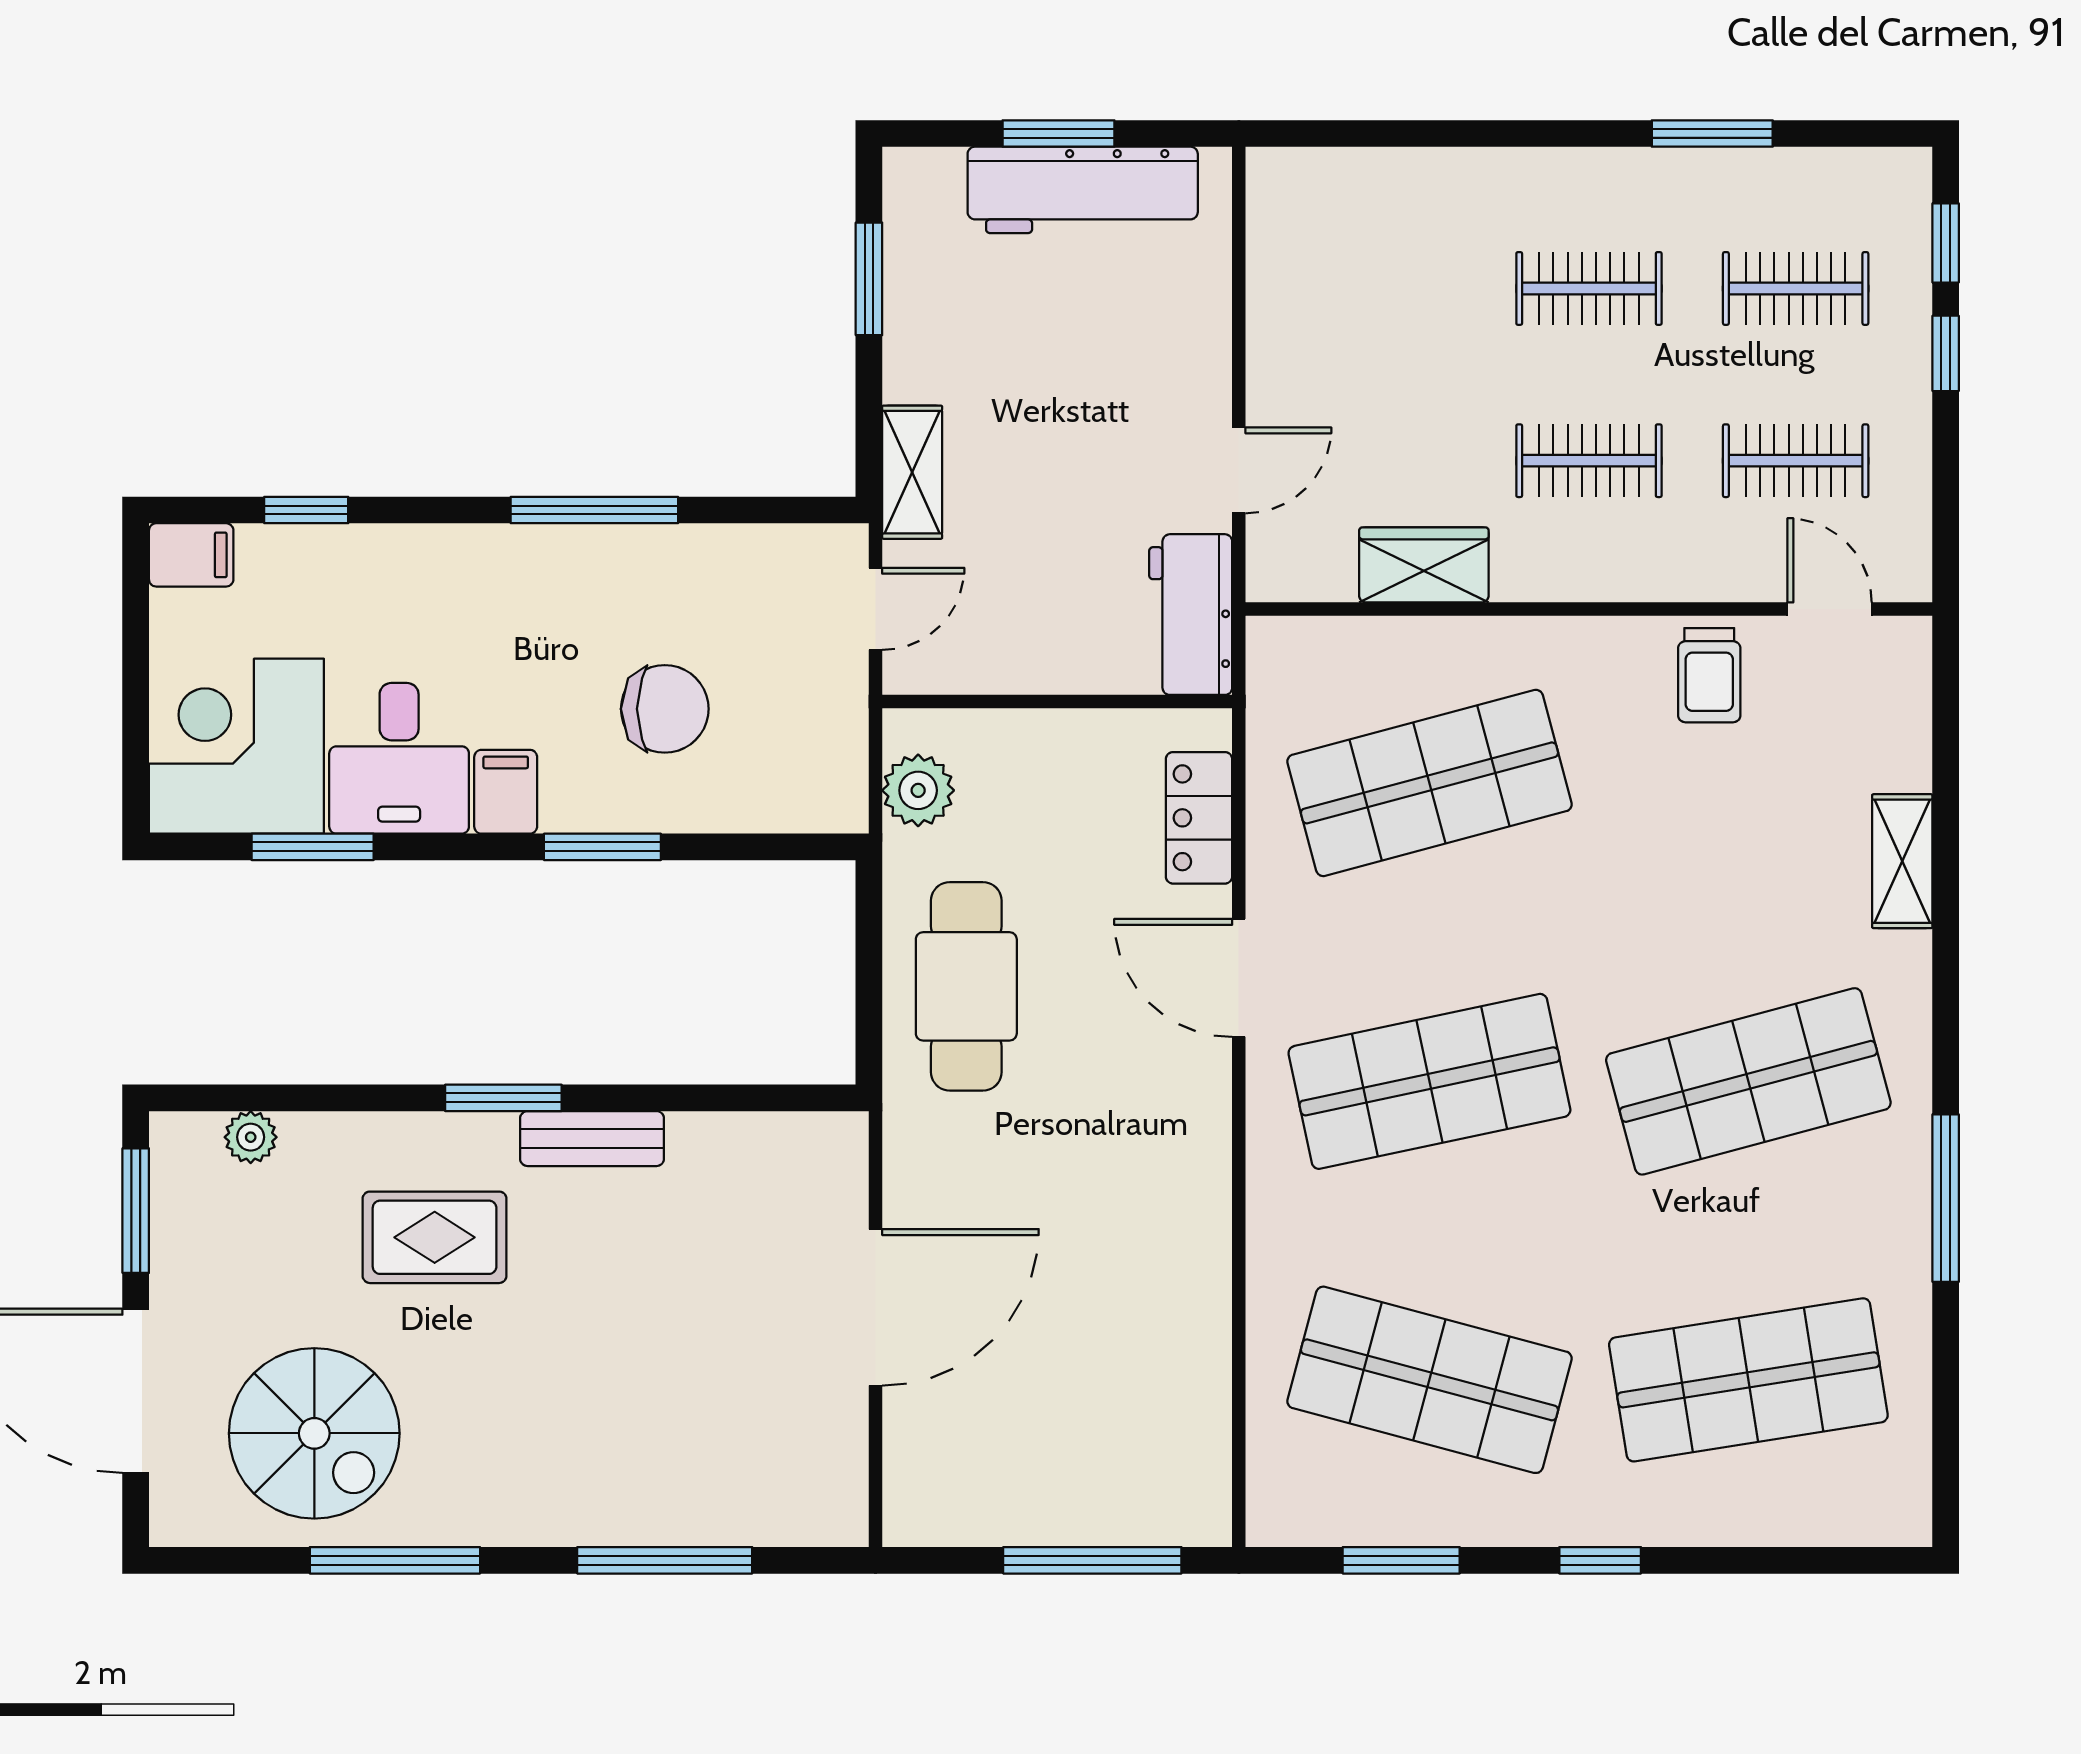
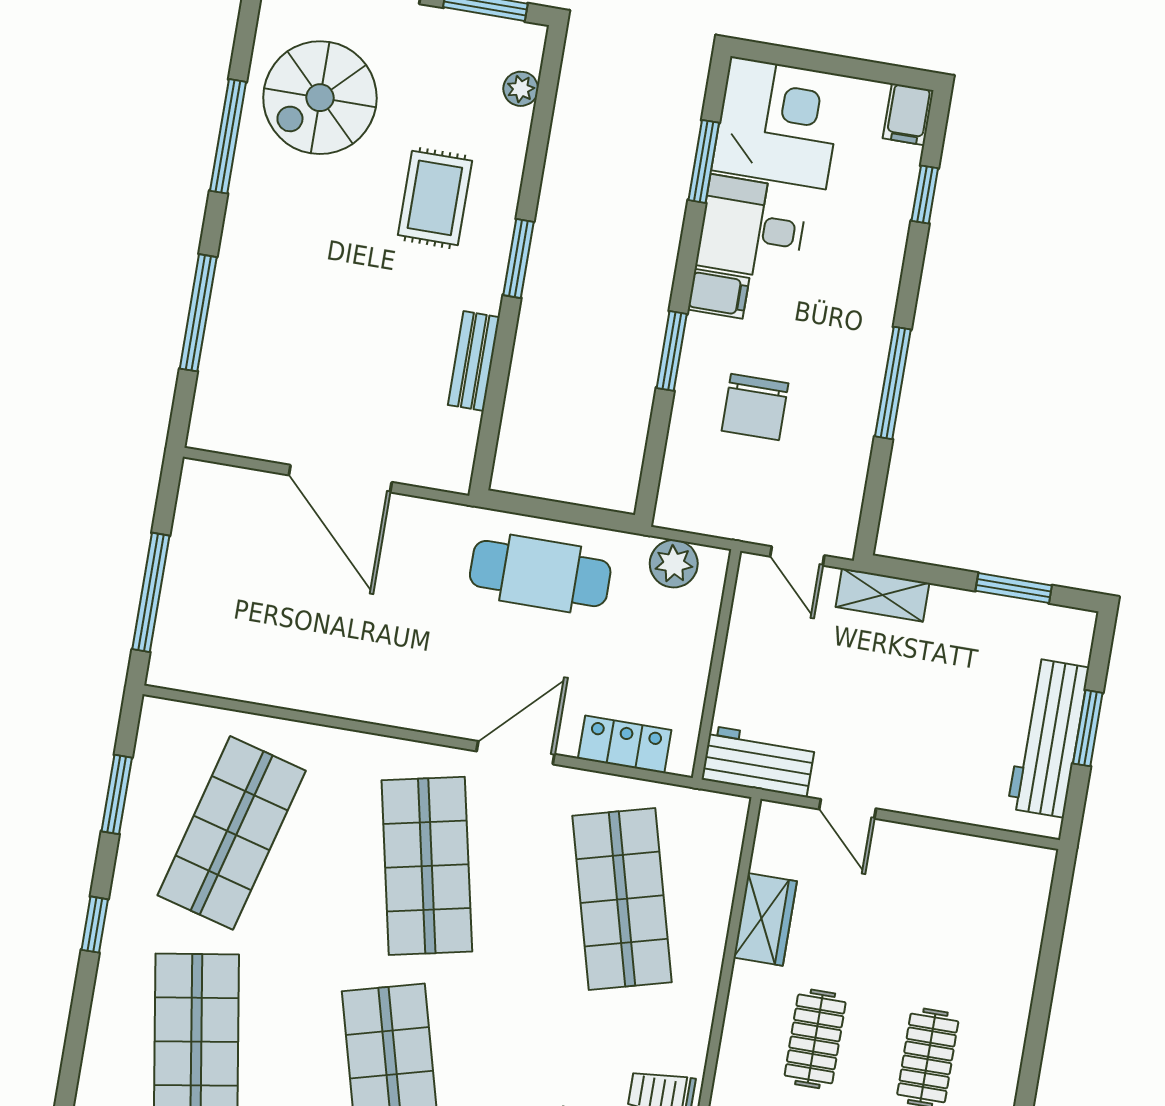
bench: (592, 1139) -> (474, 361), moved

